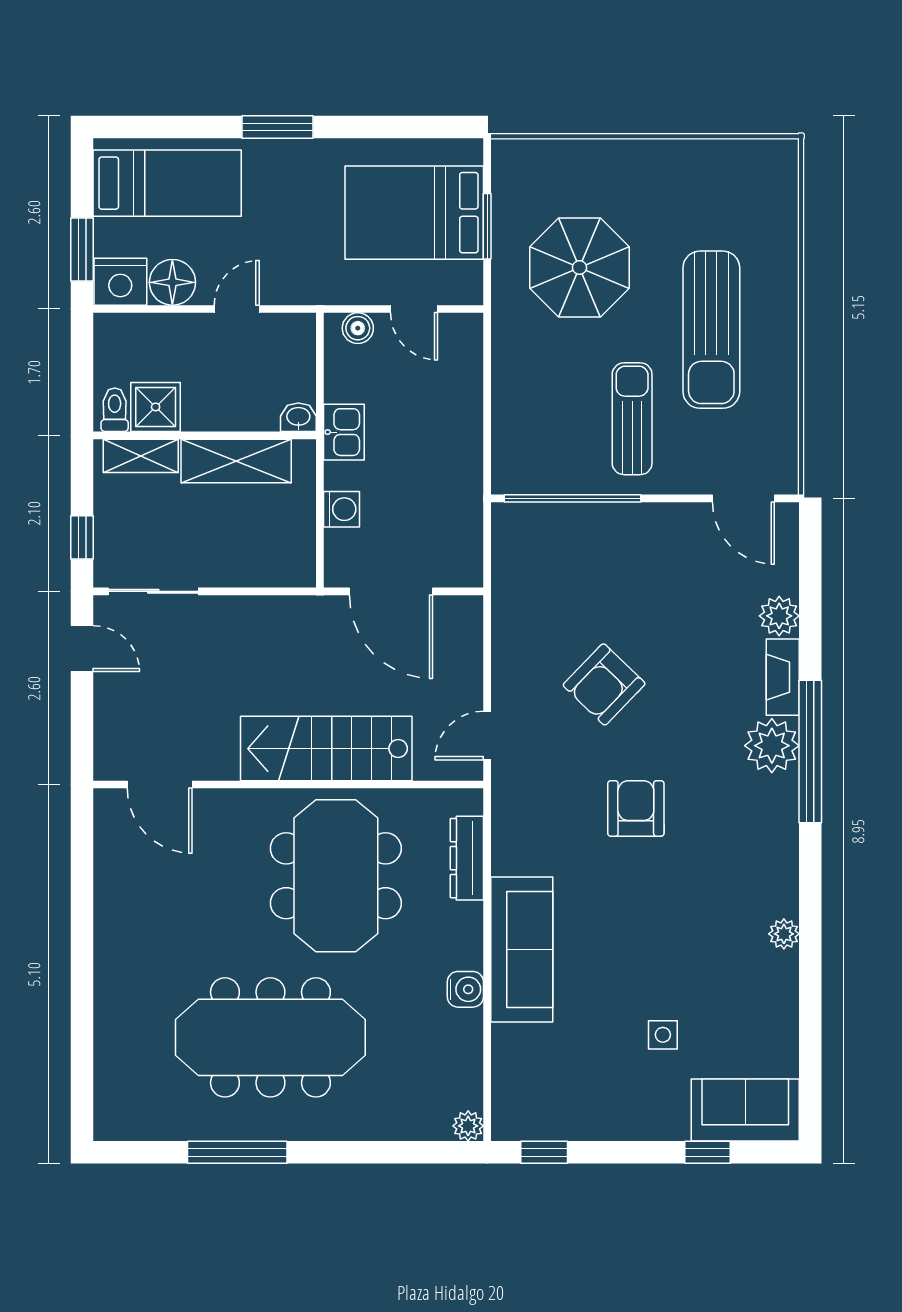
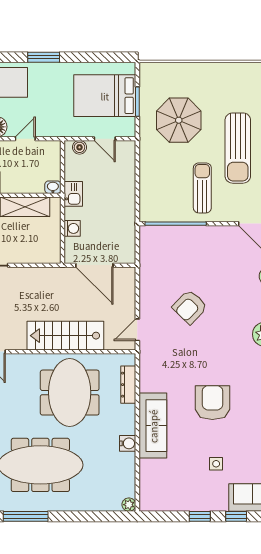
armchair: (636, 808) -> (212, 403), moved, width x1.36, depth x1.36
window: (544, 1152) -> (200, 516), moved

